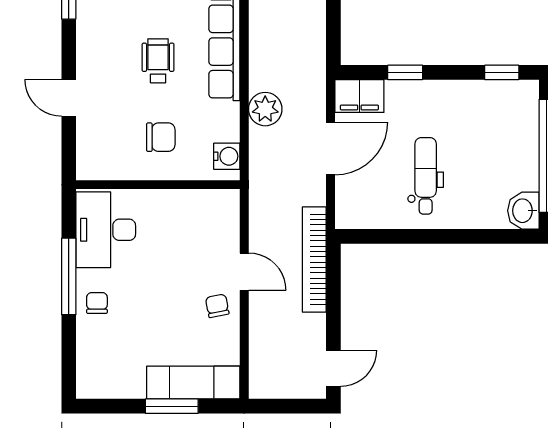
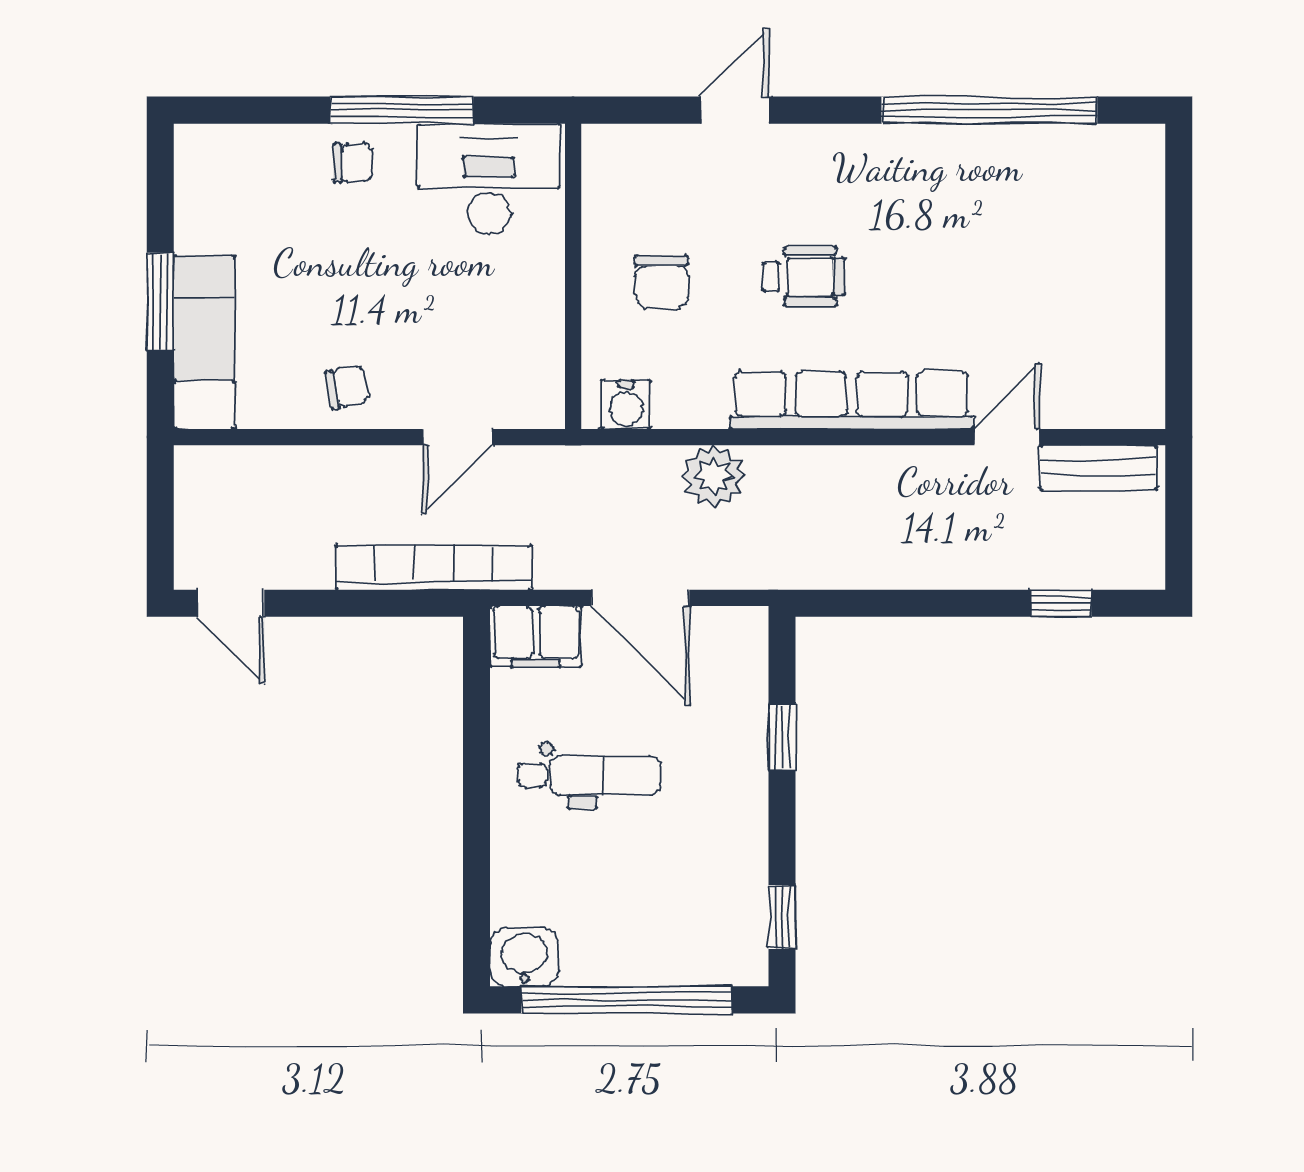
filing cabinet: (359, 96) -> (536, 636), moved, turned -90
door: (244, 272) -> (457, 437), moved

